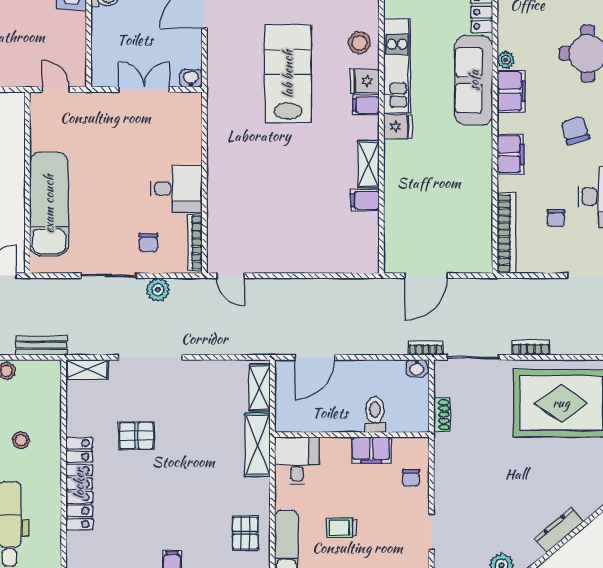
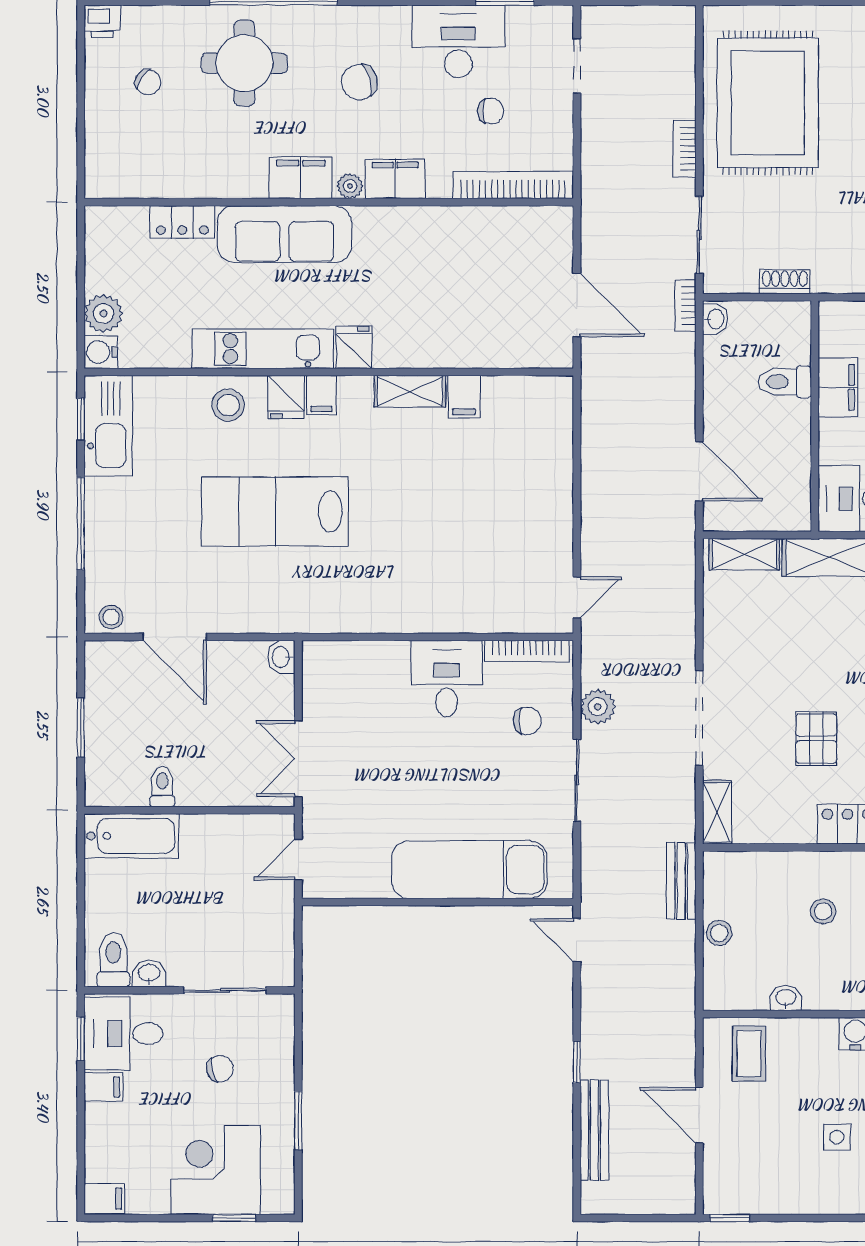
plant: (506, 60) -> (350, 186), moved
double door: (144, 90) -> (298, 759), moved

